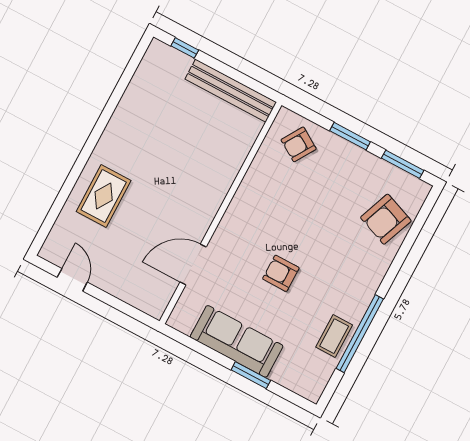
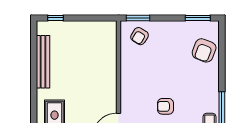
bench: (231, 91) -> (43, 62), moved, turned 90
window: (350, 136) -> (138, 18), moved

